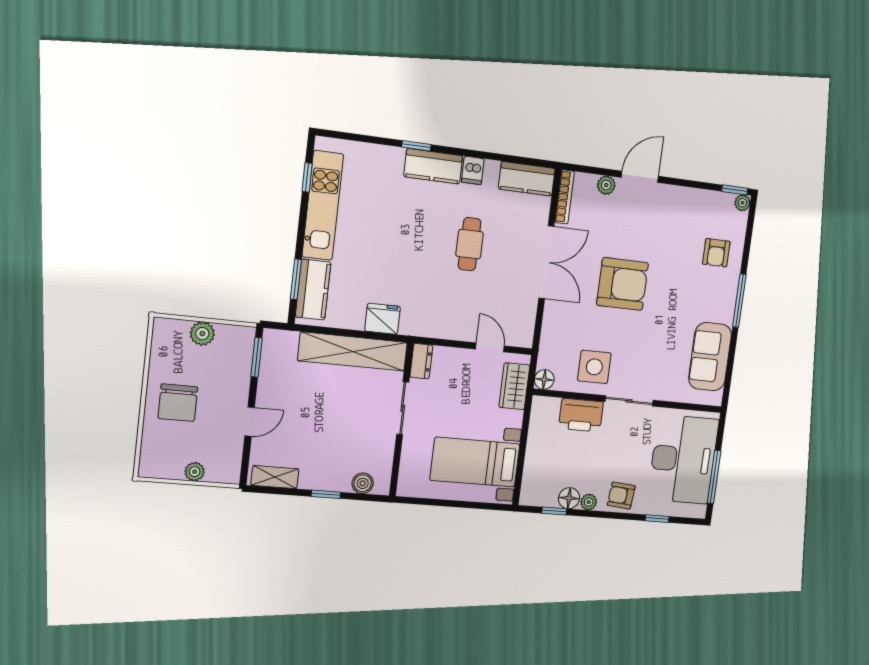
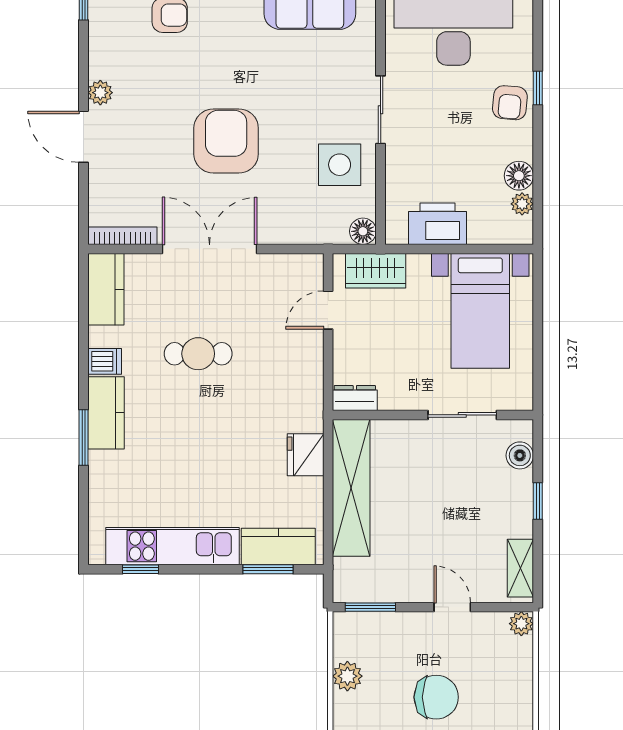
window: (416, 146) -> (83, 437), width x1.50
plant: (606, 185) -> (100, 93), moved
sliding door: (403, 408) -> (462, 415), moved
printer: (581, 415) -> (438, 224), moved, turned -90
plant: (195, 472) -> (521, 624), moved
plant: (589, 502) -> (522, 204), moved
window: (554, 511) -> (538, 194), removed
window: (657, 519) -> (538, 88), moved

